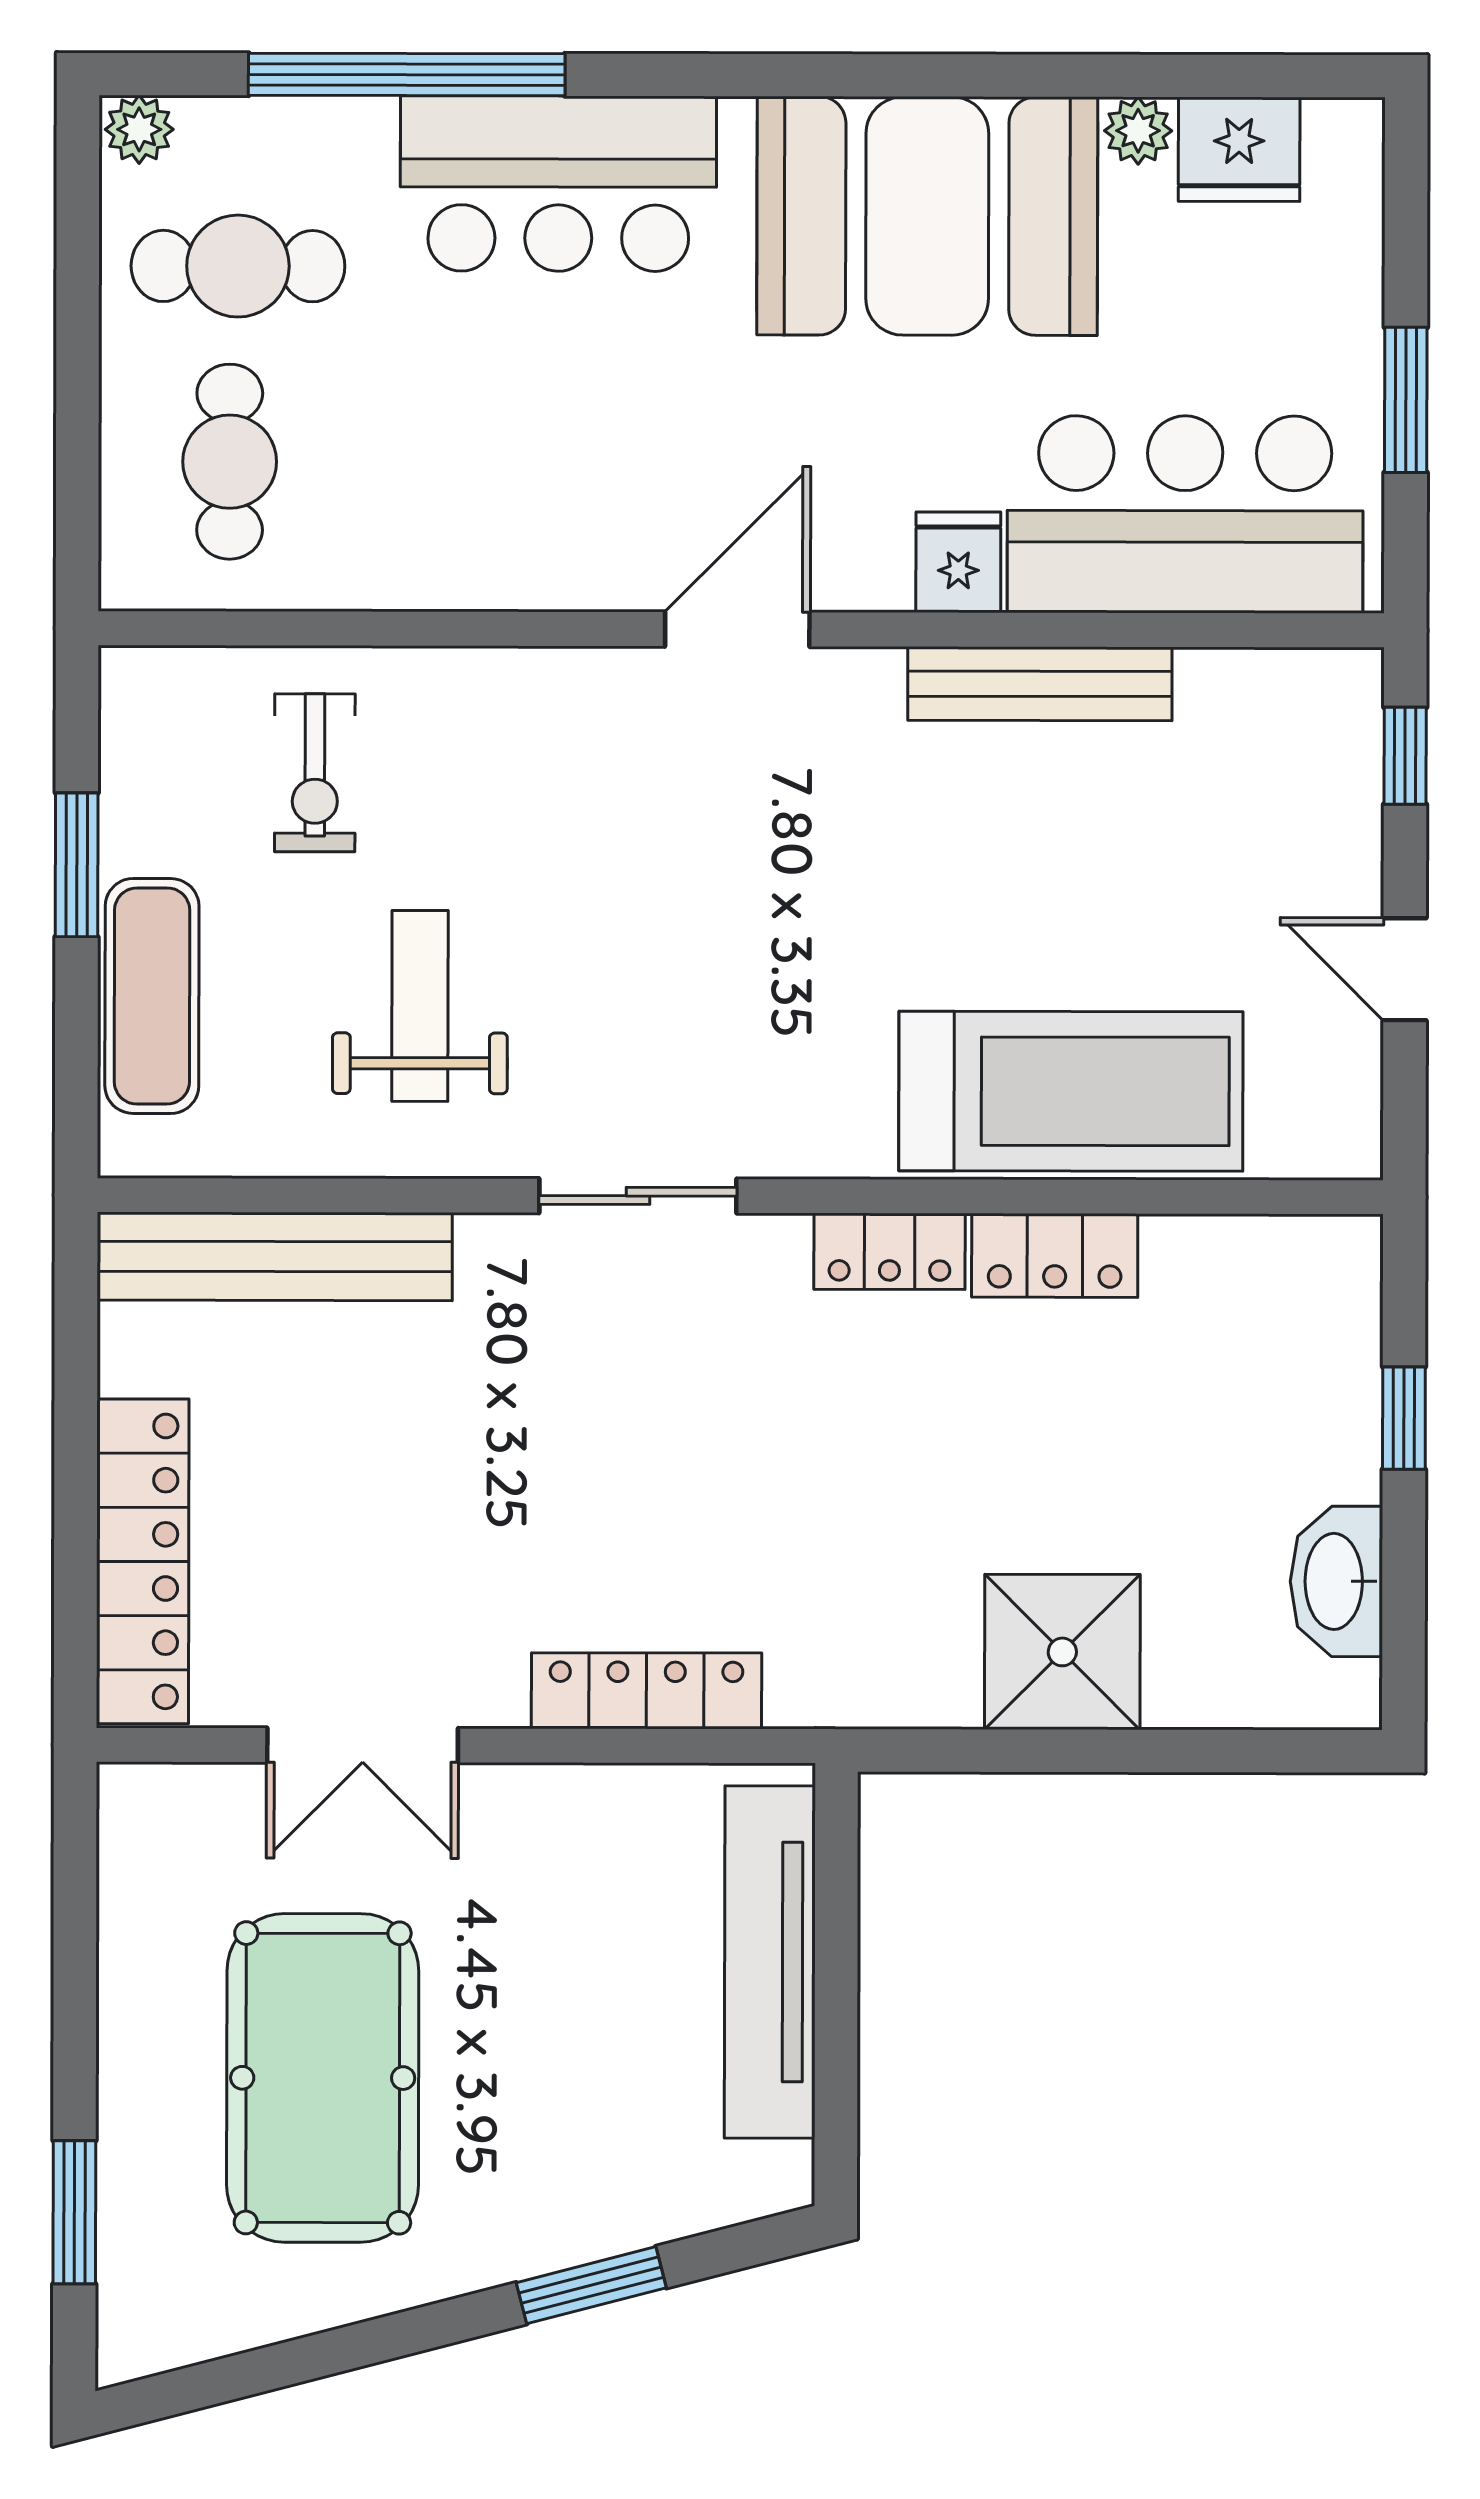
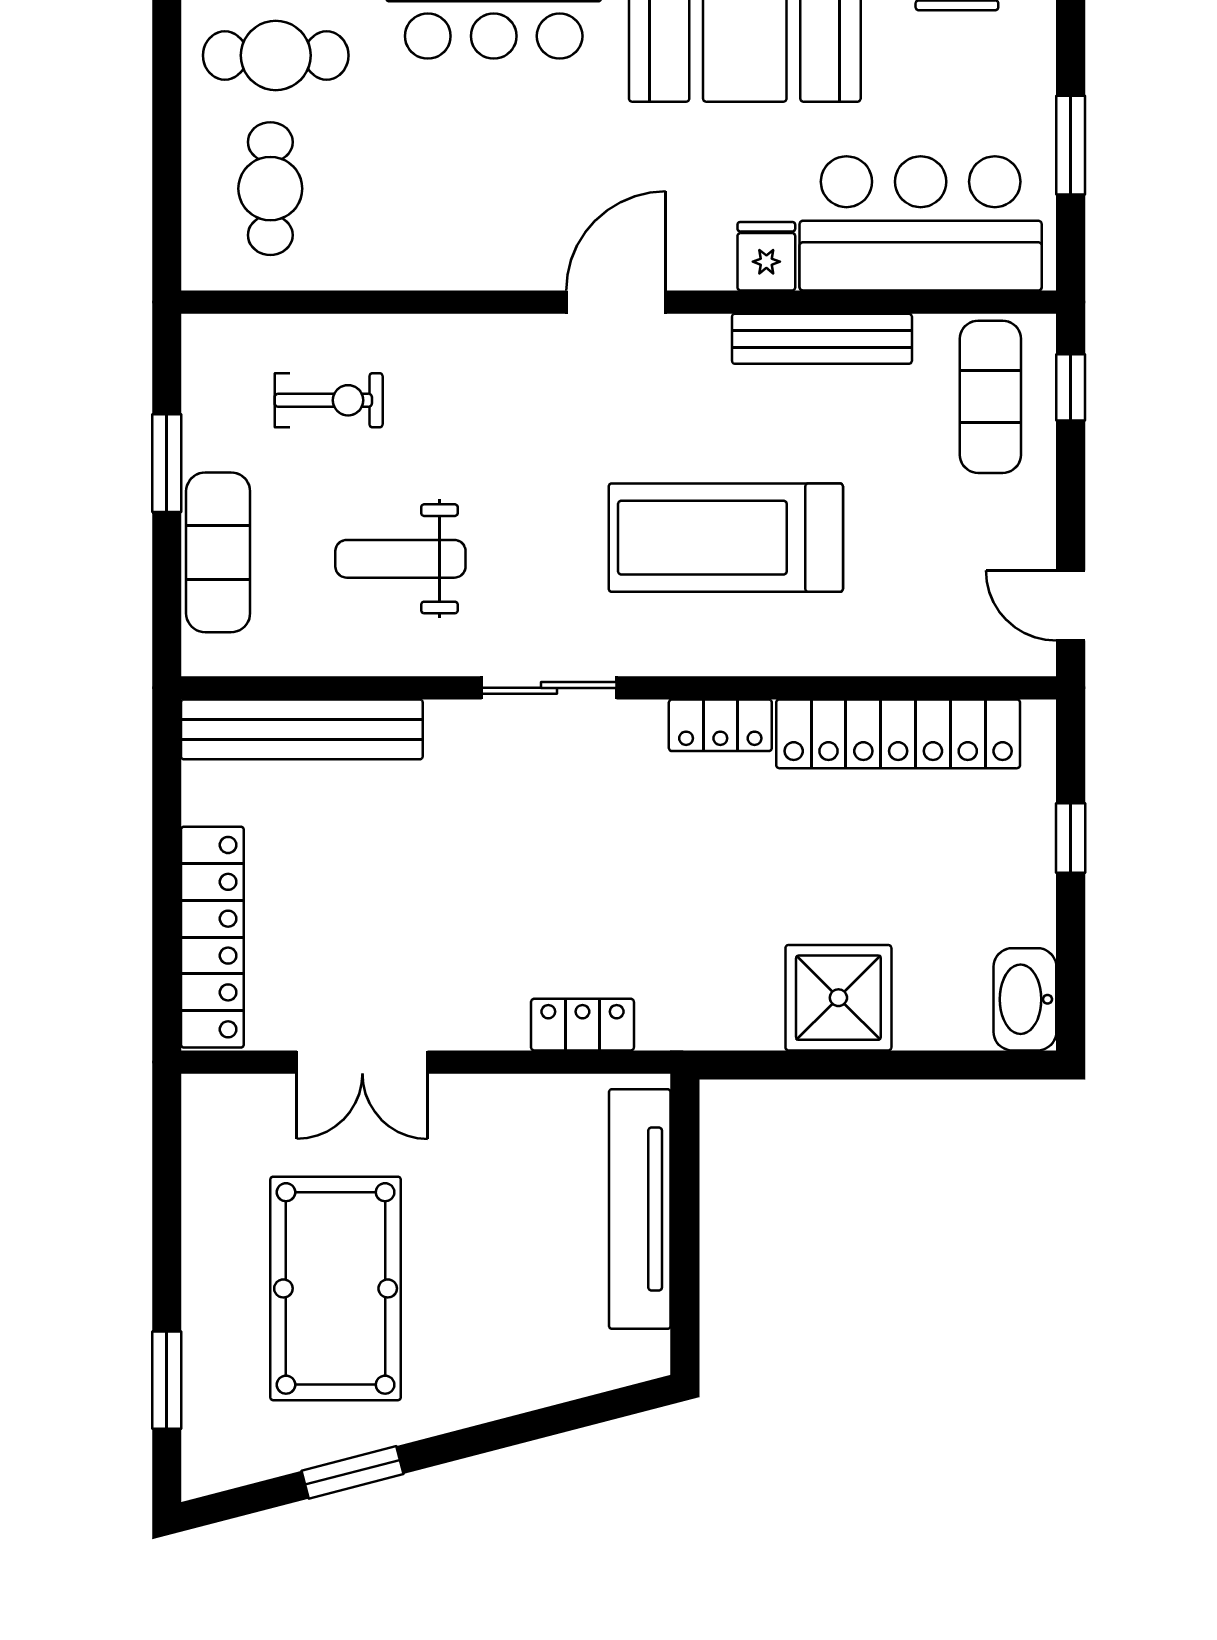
exercise mat: (1287, 769) -> (990, 397), added
exercise bike: (315, 773) -> (329, 400), turned -90
door: (1405, 969) -> (1071, 606), moved
weight bench: (420, 1006) -> (400, 559), turned -90
treadmill: (1071, 1091) -> (726, 538), moved, turned 180
locker: (1055, 1255) -> (898, 734), width x2.16, depth x1.21
washbasin: (1336, 1581) -> (1025, 999), moved
locker: (647, 1691) -> (582, 1025), width x0.66
window: (591, 2285) -> (353, 1472), moved

